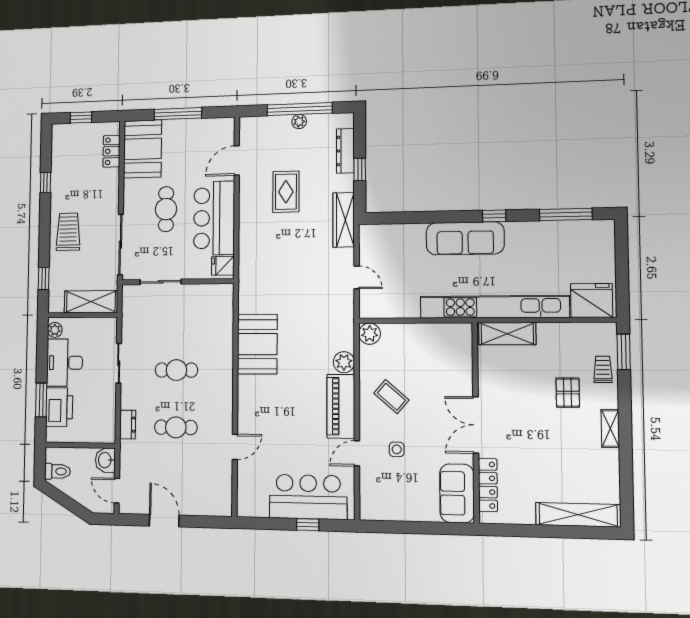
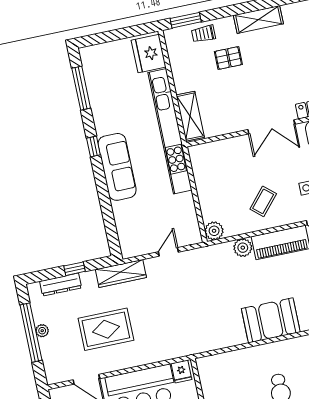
rug: (286, 192) -> (106, 329), width x1.36, depth x1.43
booth: (257, 344) -> (271, 320), moved
shelving: (610, 428) -> (258, 19), width x1.50, depth x1.33

